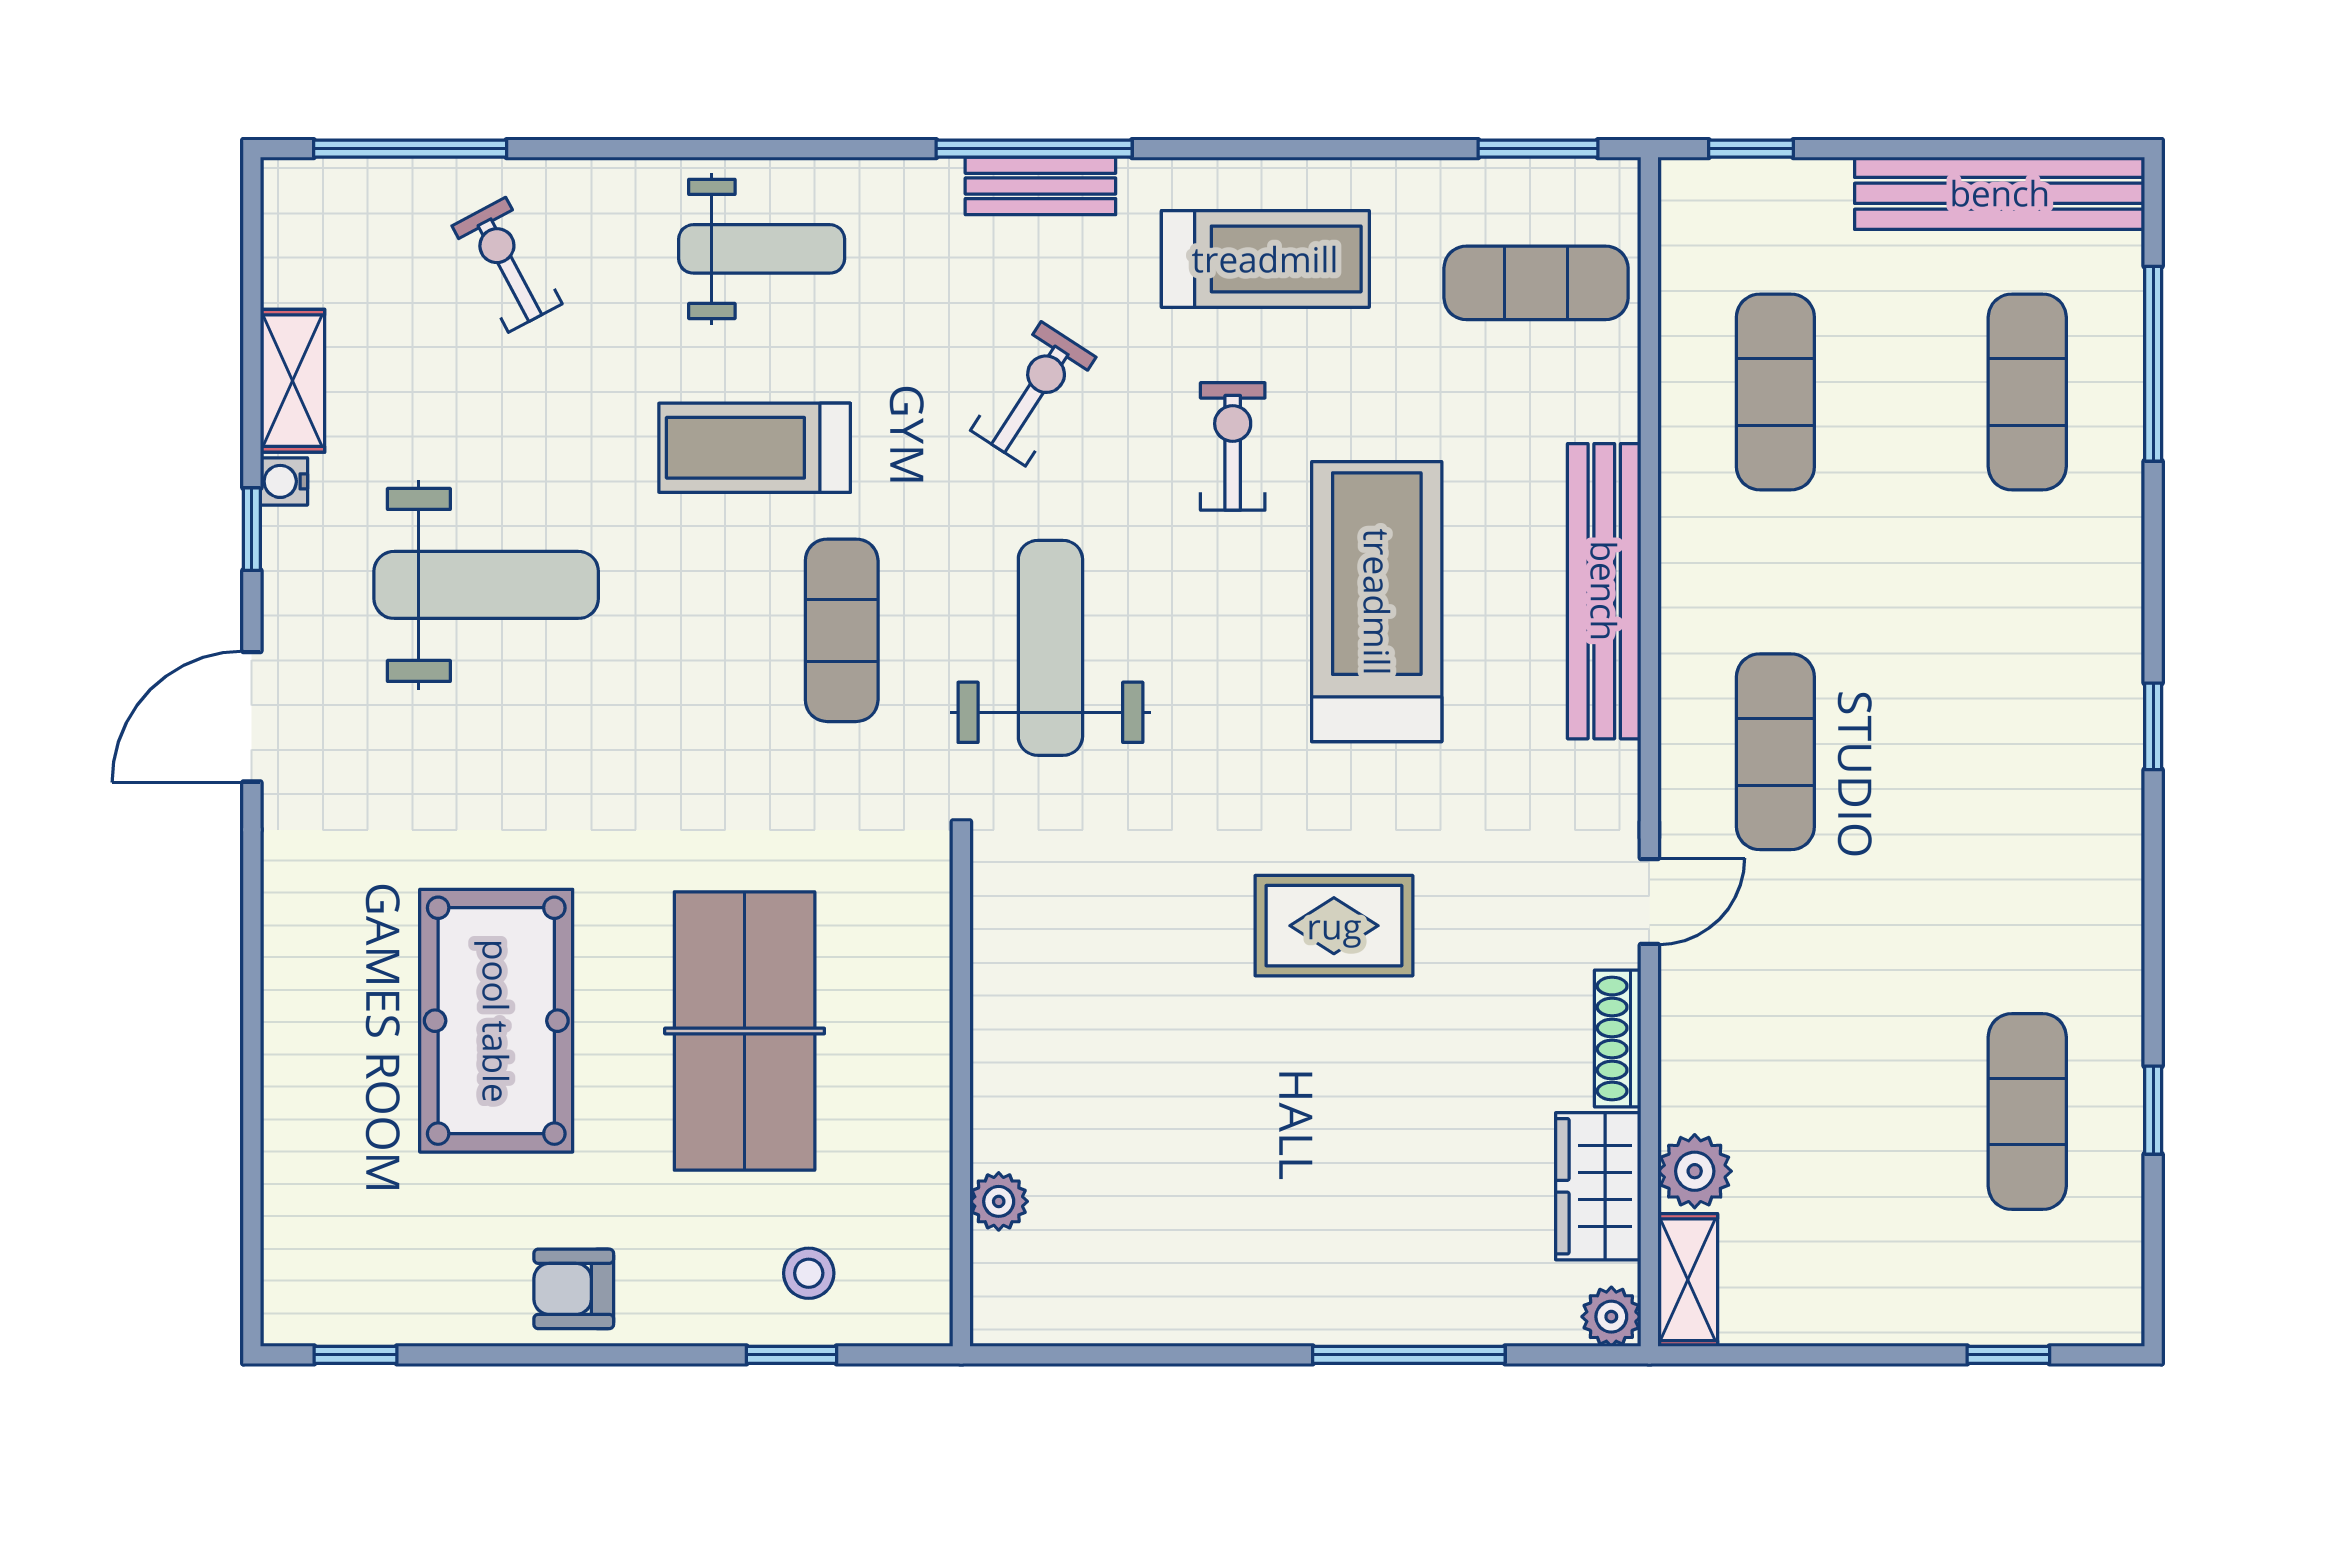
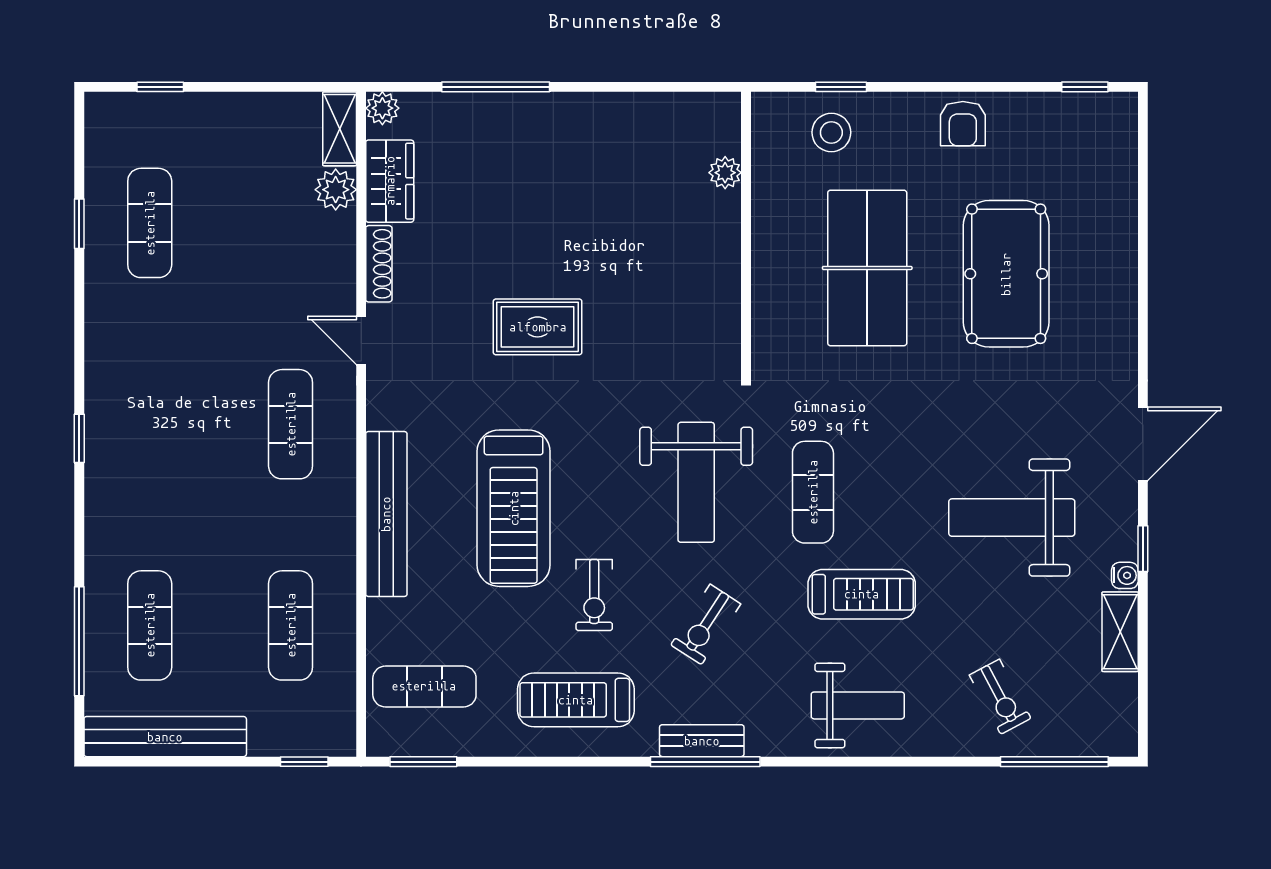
weight bench: (762, 249) -> (858, 705), turned 180
door: (1649, 901) -> (361, 340), hinge flipped
stool: (809, 1273) -> (831, 132), width x1.37, depth x1.37
armchair: (574, 1289) -> (963, 124), turned 90

